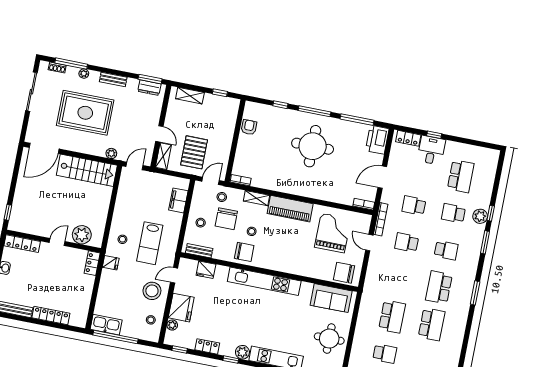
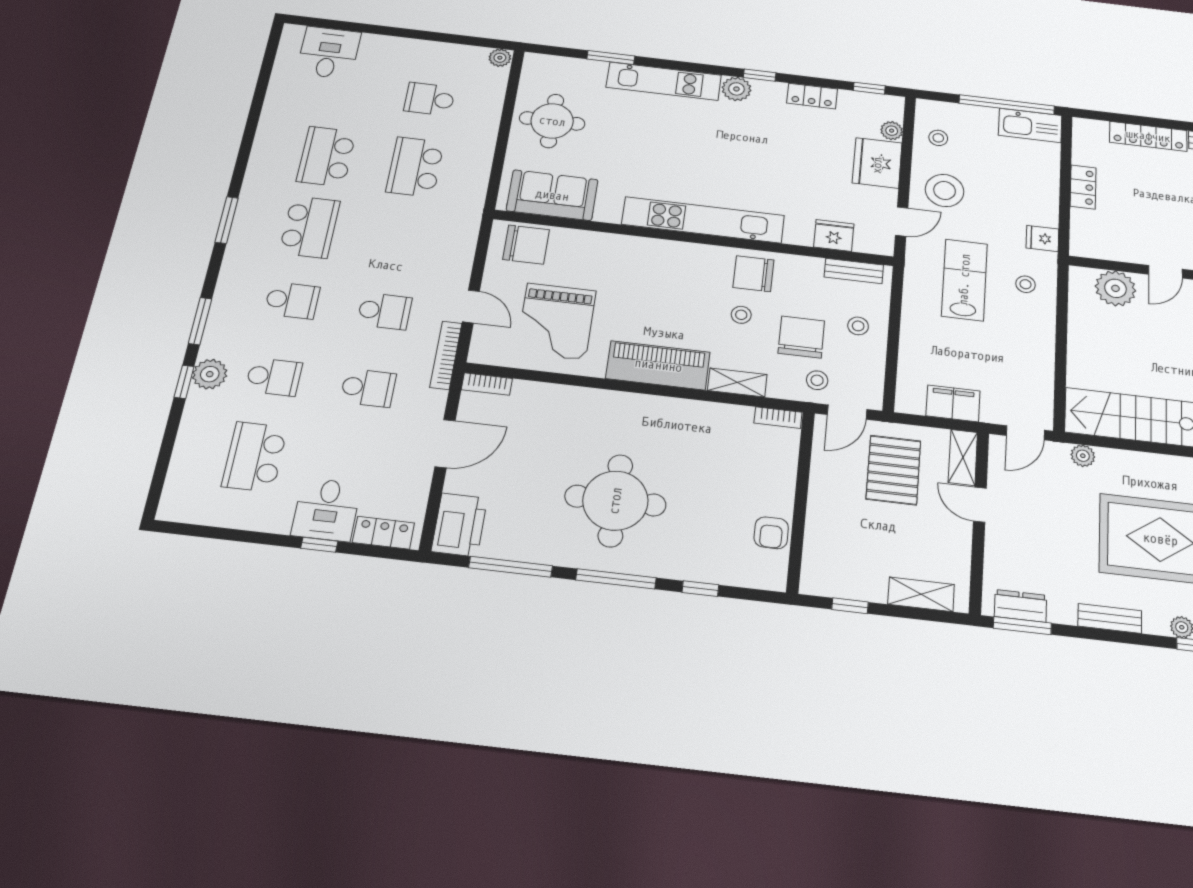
filing cabinet: (178, 200) -> (953, 403), moved, turned -90
school desk: (446, 250) -> (292, 300), turned 180
locker: (92, 263) -> (1083, 187), moved

